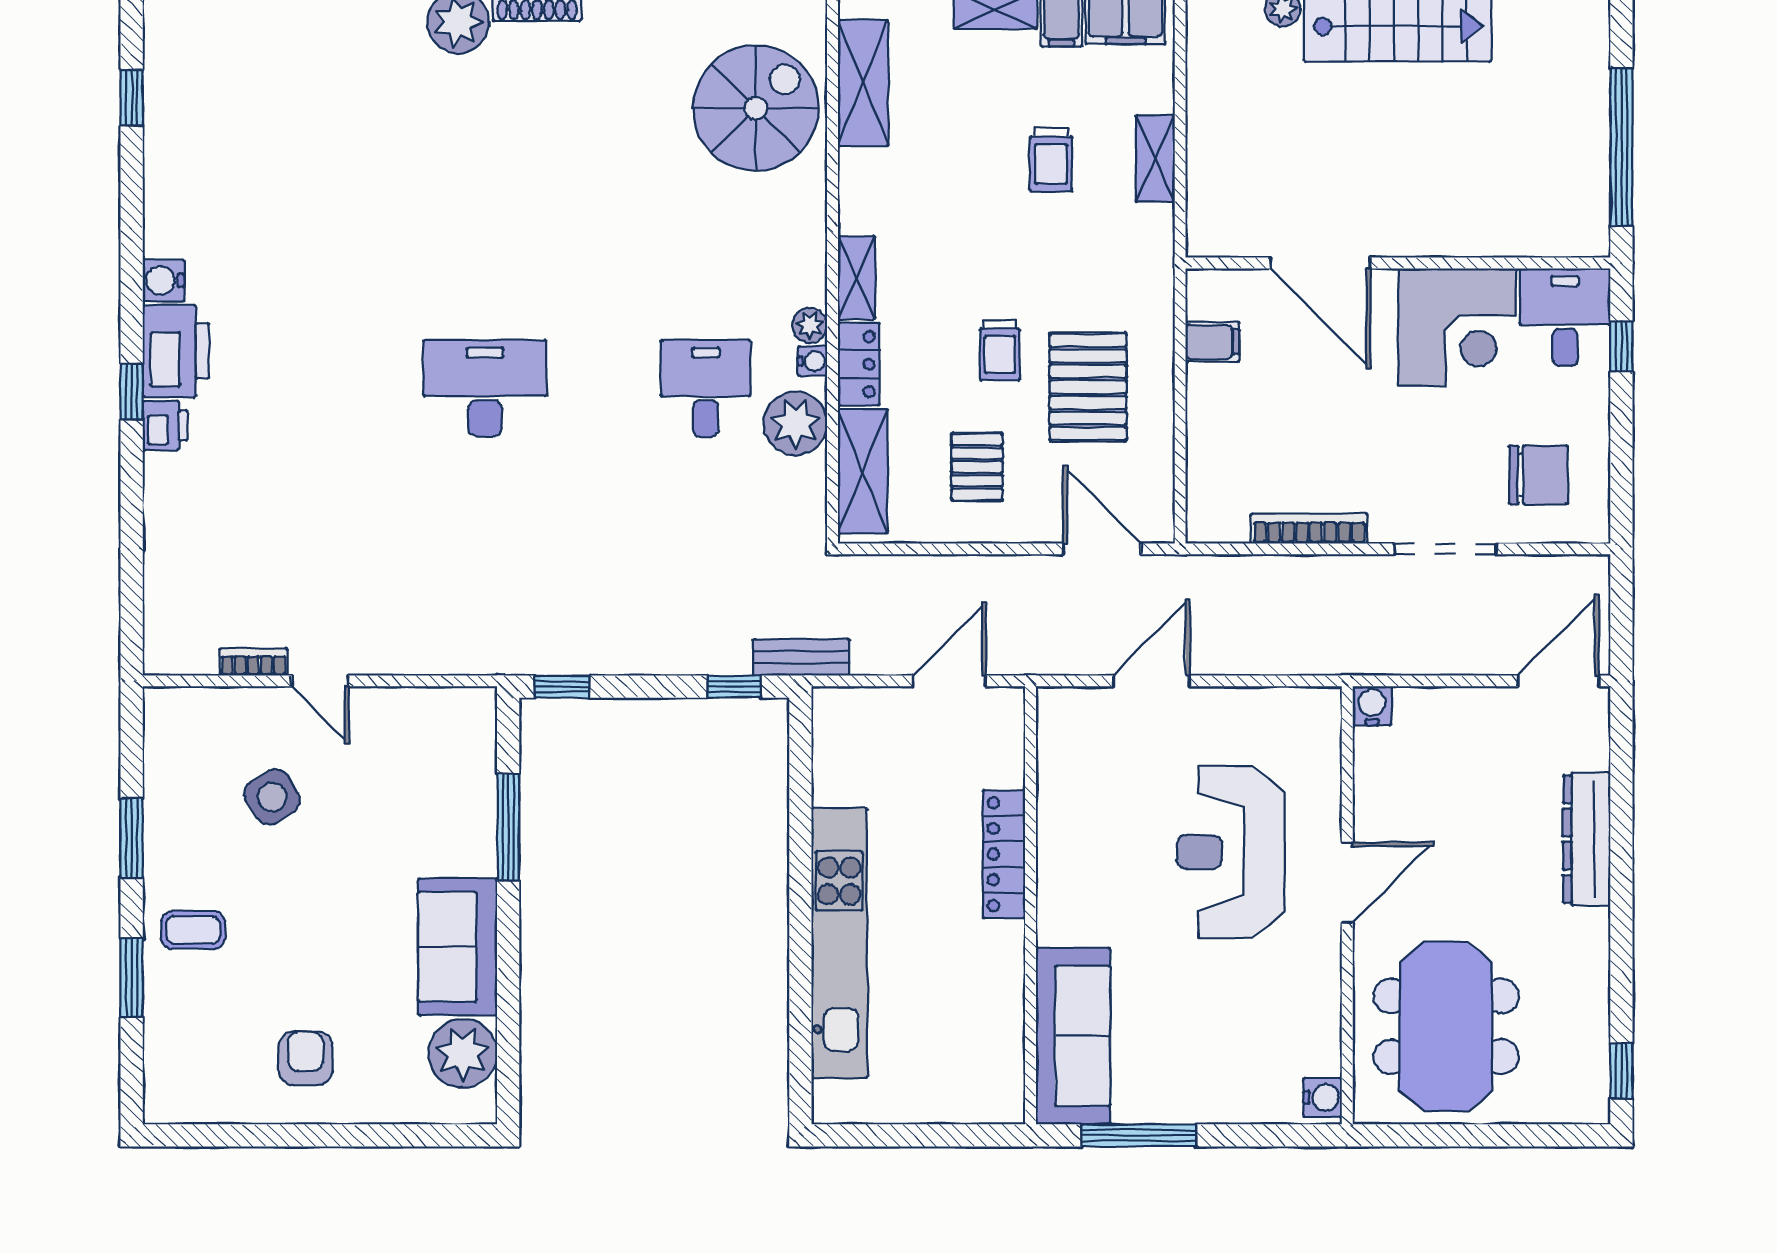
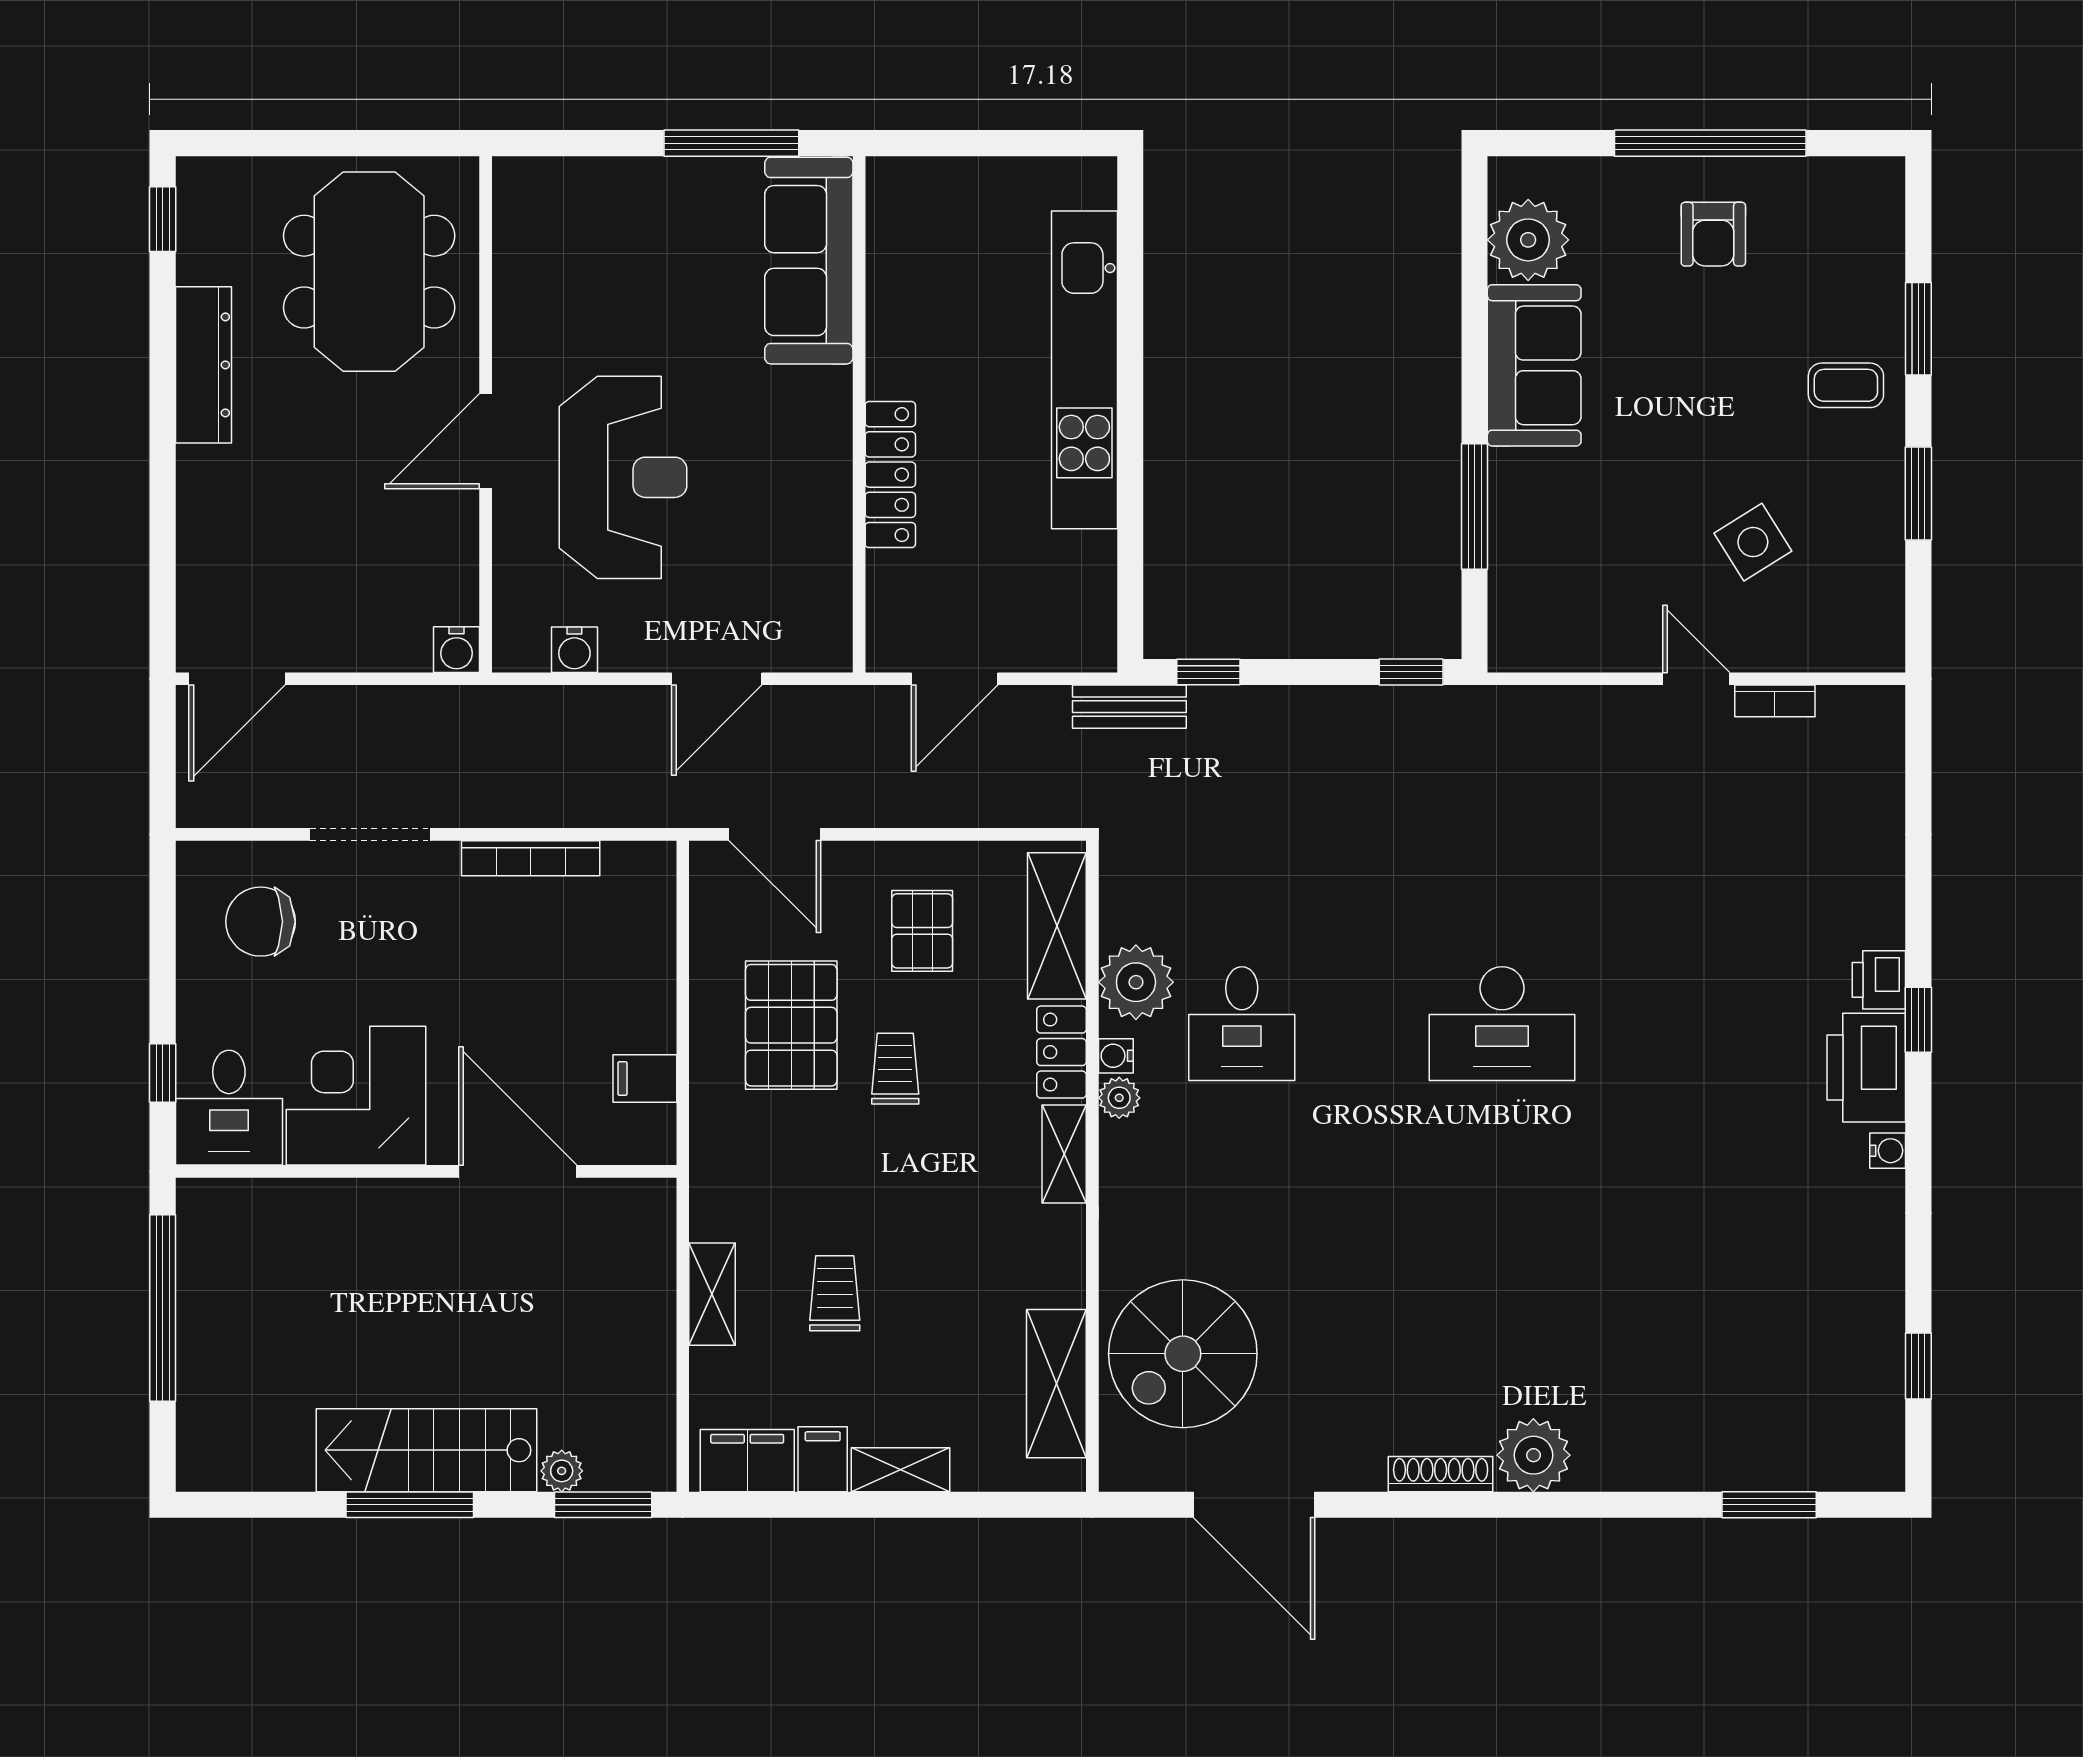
water cooler: (163, 280) -> (1888, 1151), width x0.72, depth x0.72
dresser: (1587, 839) -> (204, 365), moved
water cooler: (1323, 1097) -> (574, 650), moved, turned -90
window: (308, 1135) -> (1710, 143), added

